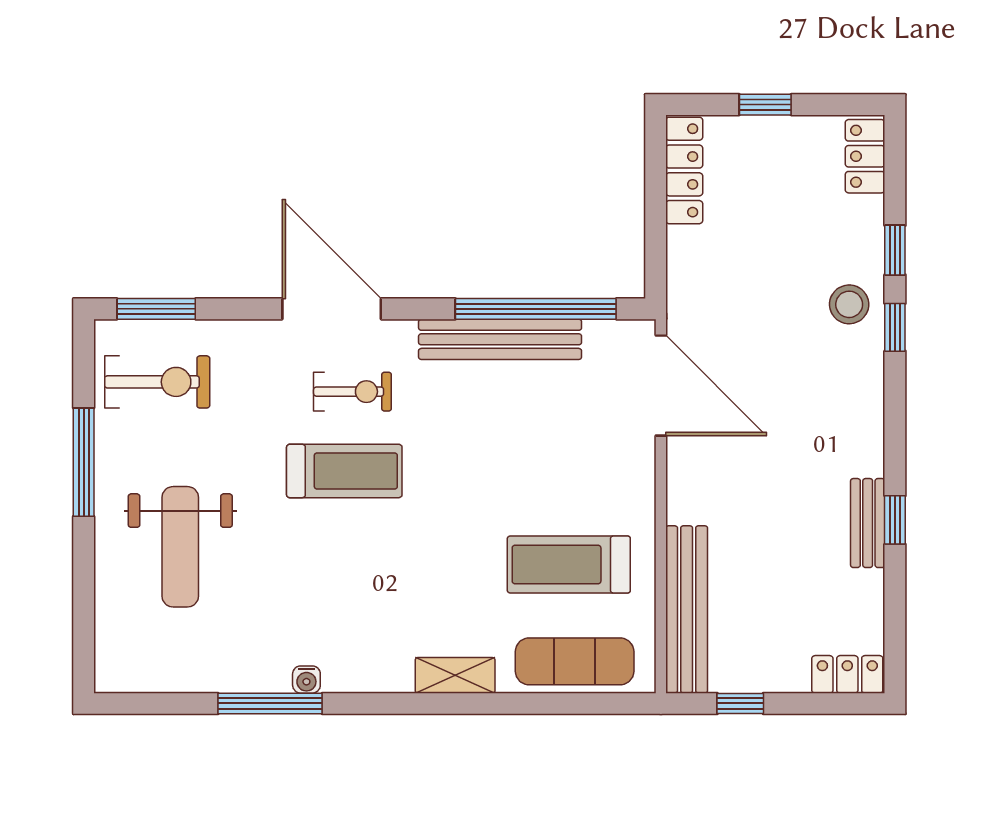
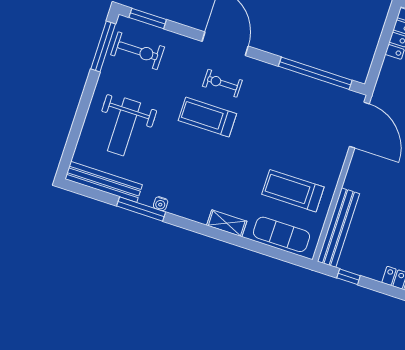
bench: (500, 339) -> (104, 182), moved
exercise bike: (352, 392) -> (222, 83), turned 180
window: (84, 462) -> (103, 46), moved
treadmill: (344, 471) -> (207, 117), turned 180

